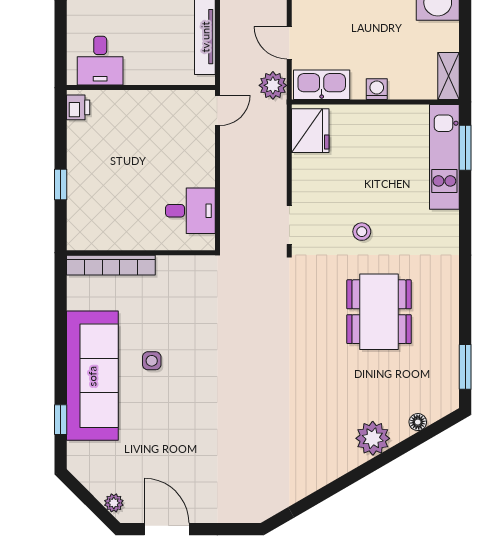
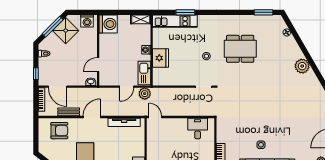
fridge: (310, 131) -> (161, 58), moved, turned 90
window: (465, 148) -> (185, 12), moved
plant: (373, 438) -> (302, 66), moved

